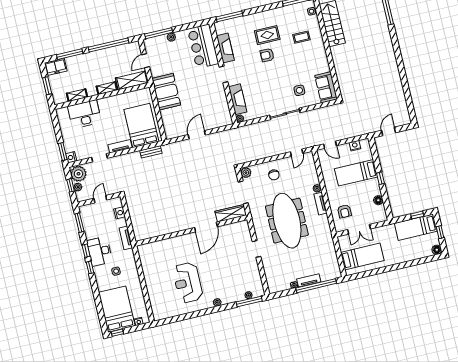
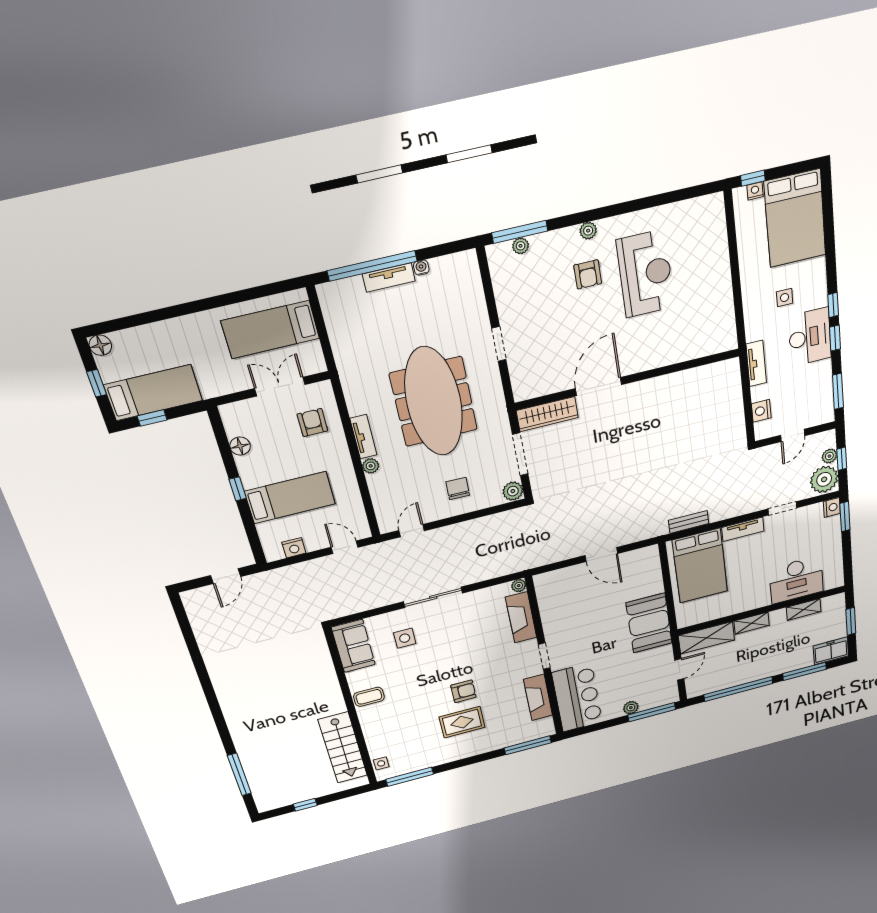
coffee table: (301, 37) -> (369, 697), moved
door: (197, 135) -> (601, 555), hinge flipped
armchair: (216, 282) -> (588, 274), added
window: (117, 333) -> (753, 178), moved

